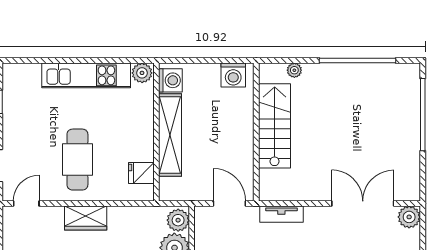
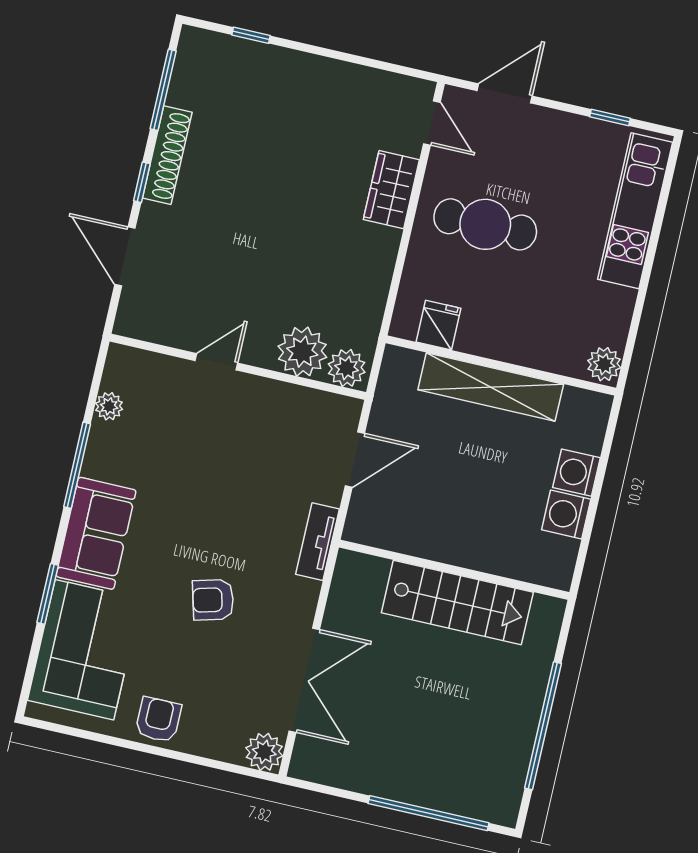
plant: (294, 70) -> (551, 617), removed
kitchen unit: (86, 75) -> (635, 211), moved
washing machine: (170, 80) -> (576, 473), moved, turned 90
stairs: (275, 126) -> (457, 602), moved
wall: (256, 132) -> (454, 570), moved
wardrobe: (86, 218) -> (391, 190), moved

